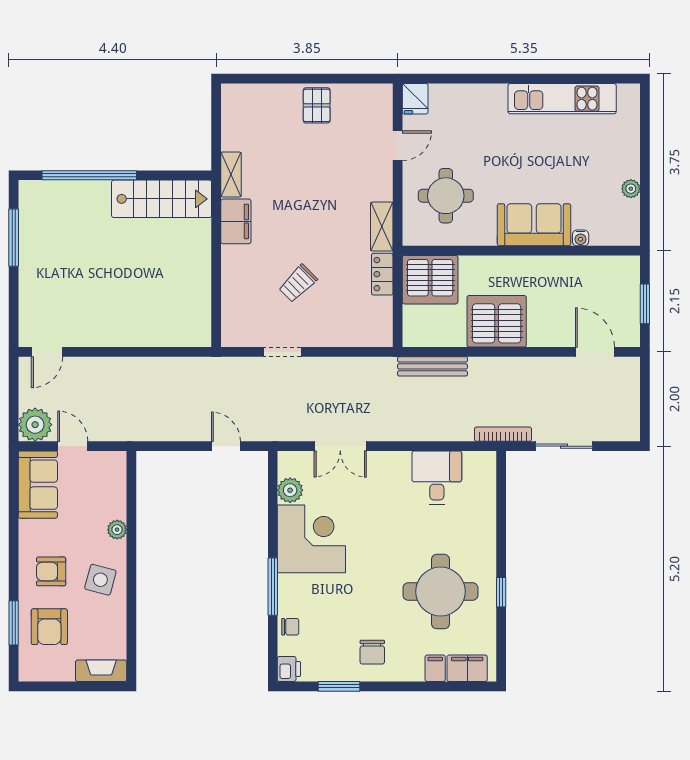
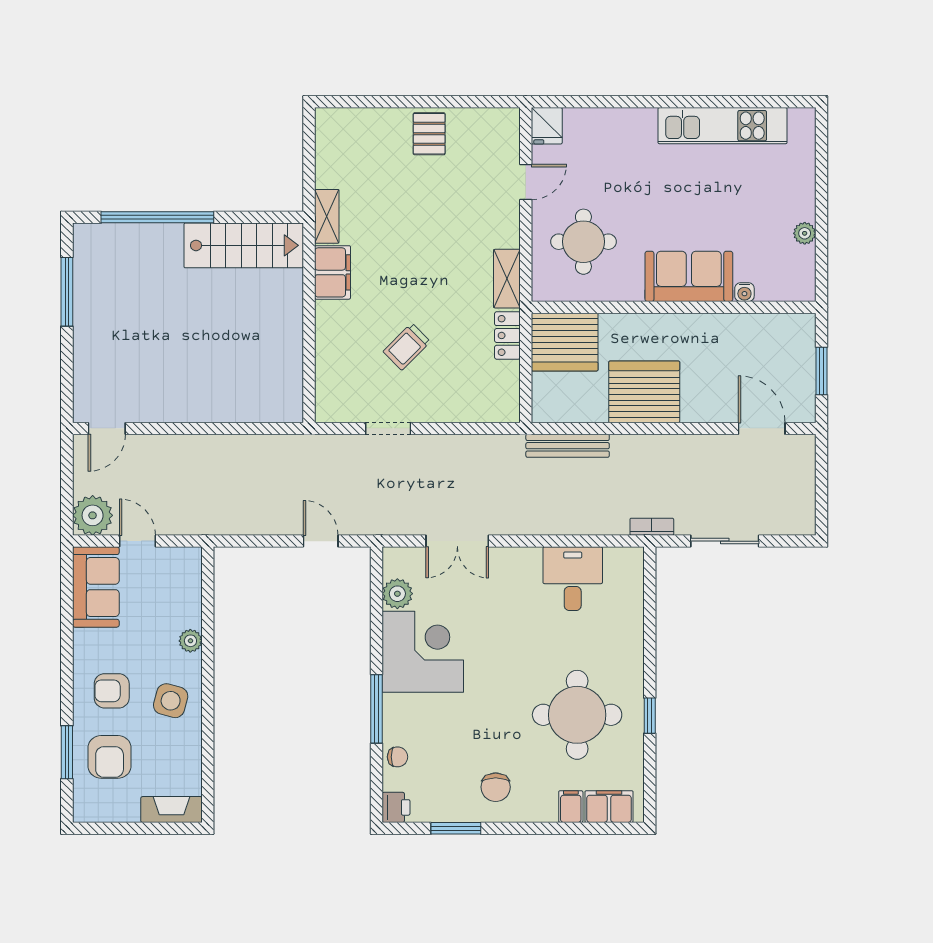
bookcase: (503, 434) -> (652, 527), width x0.64

